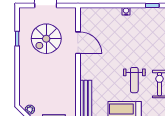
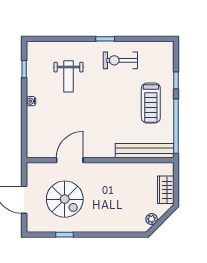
weight bench: (134, 80) -> (68, 76), moved, turned 90

